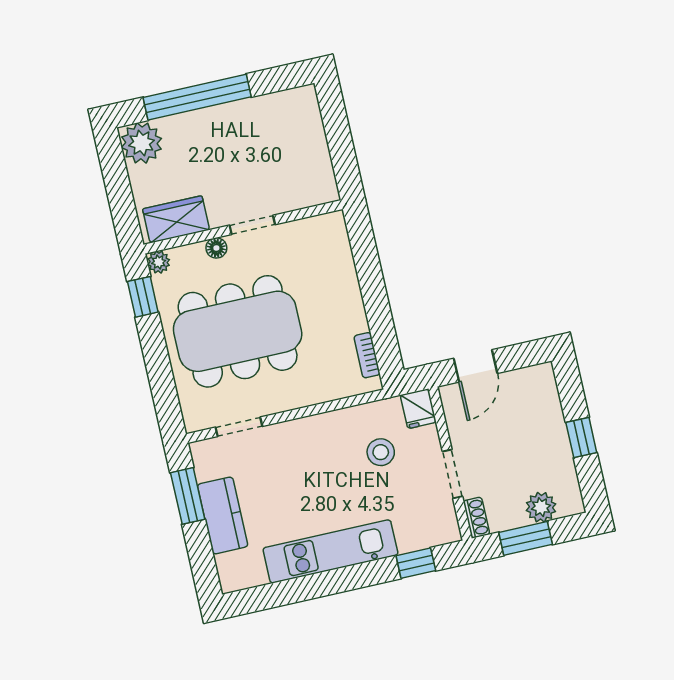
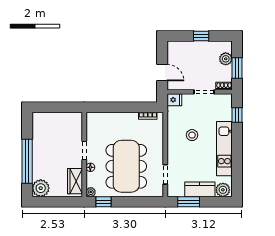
stool: (381, 452) -> (192, 135), moved
plant: (234, 569) -> (223, 190), added

